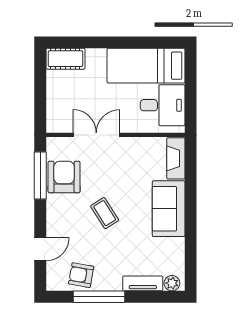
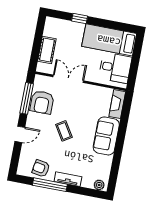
window: (96, 42) -> (80, 18), added
cot: (65, 59) -> (47, 50), moved, turned 90
armchair: (64, 177) -> (42, 102), turned 180
door: (40, 249) -> (20, 134), moved
tv unit: (143, 283) -> (68, 179), moved

